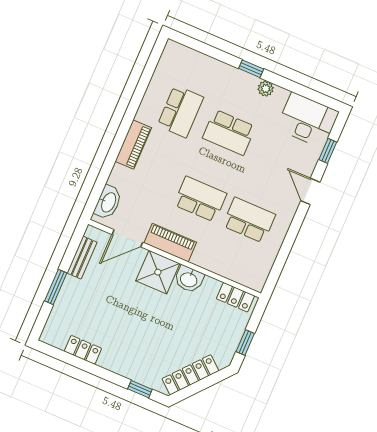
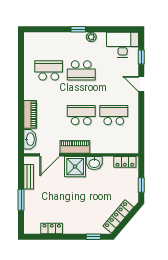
school desk: (180, 111) -> (49, 70), turned -90
piano: (133, 145) -> (30, 114), moved

